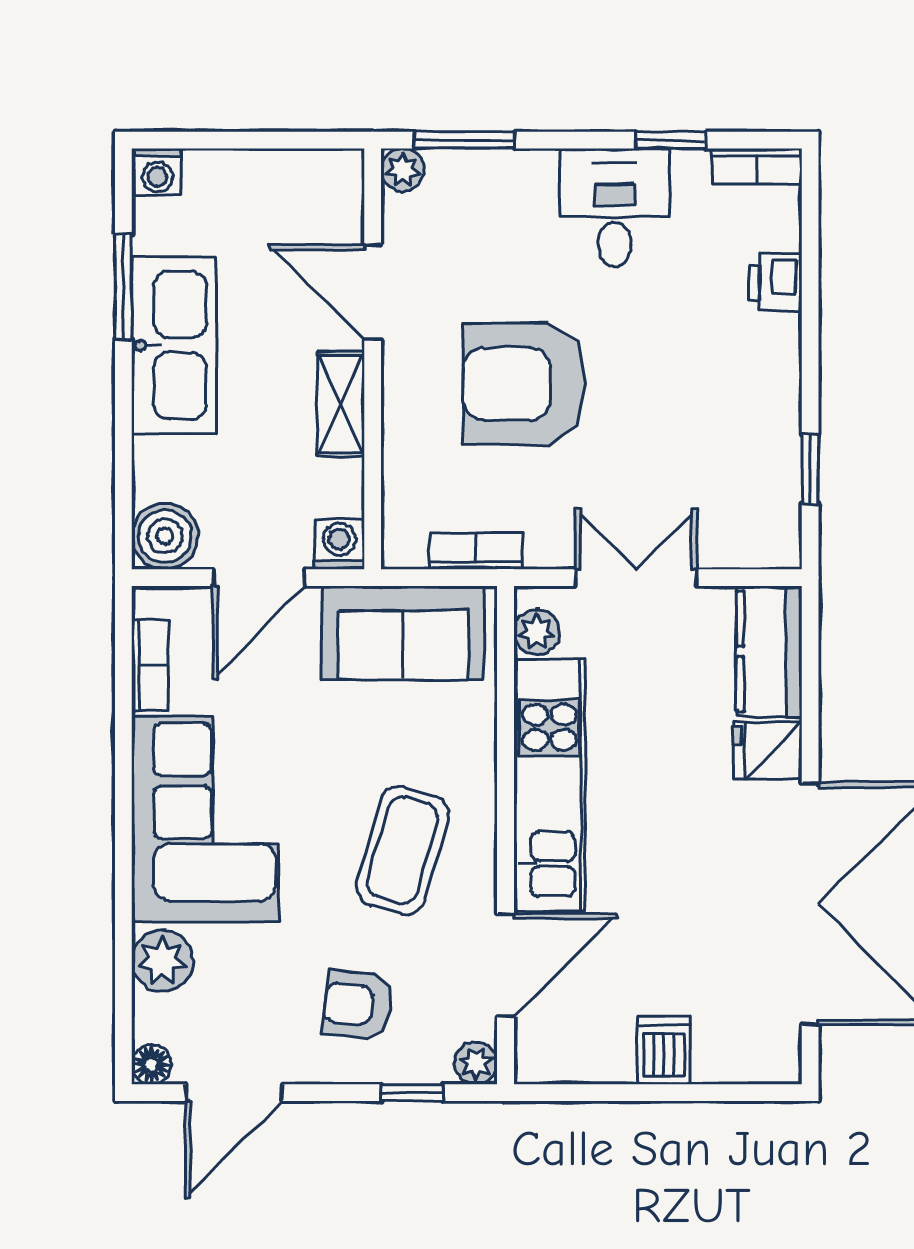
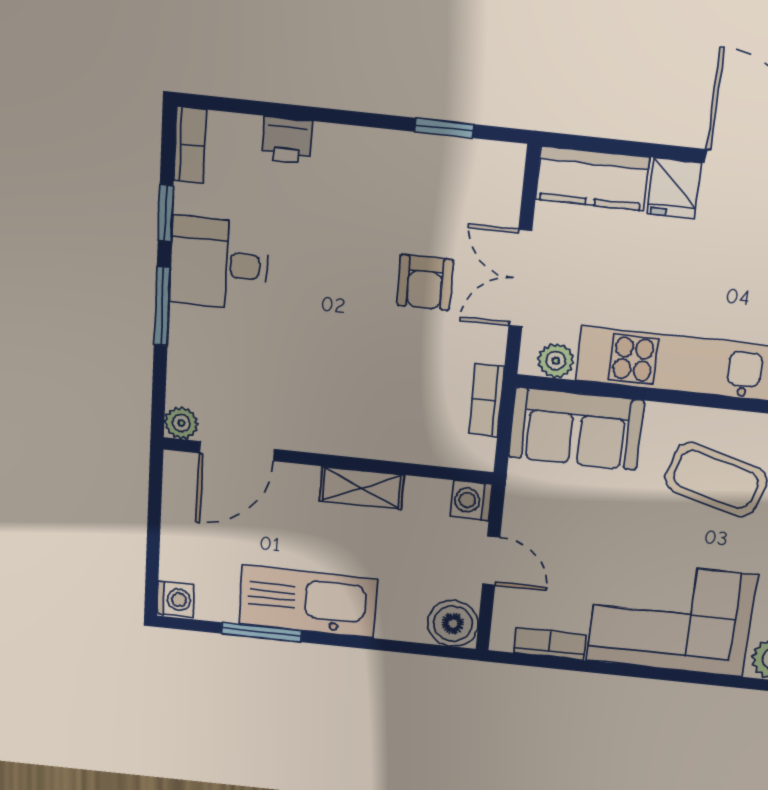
window: (464, 140) -> (162, 306), moved
door: (373, 292) -> (237, 451), moved
armchair: (524, 384) -> (425, 282), moved, width x0.53, depth x0.53
door: (259, 578) -> (491, 561), width x0.73
sofa: (403, 633) -> (576, 429), moved, turned 90

